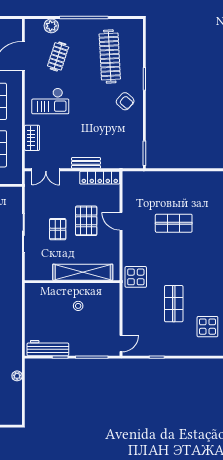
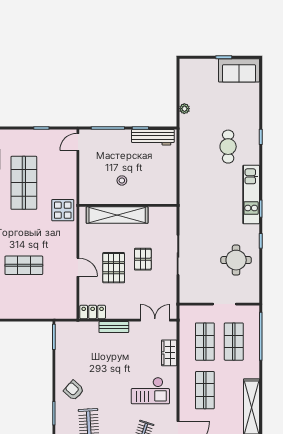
checkout: (50, 101) -> (150, 391), turned 180
locker: (100, 178) -> (93, 312), width x0.66
shop shelf: (174, 304) -> (24, 183), width x1.43, depth x1.36

